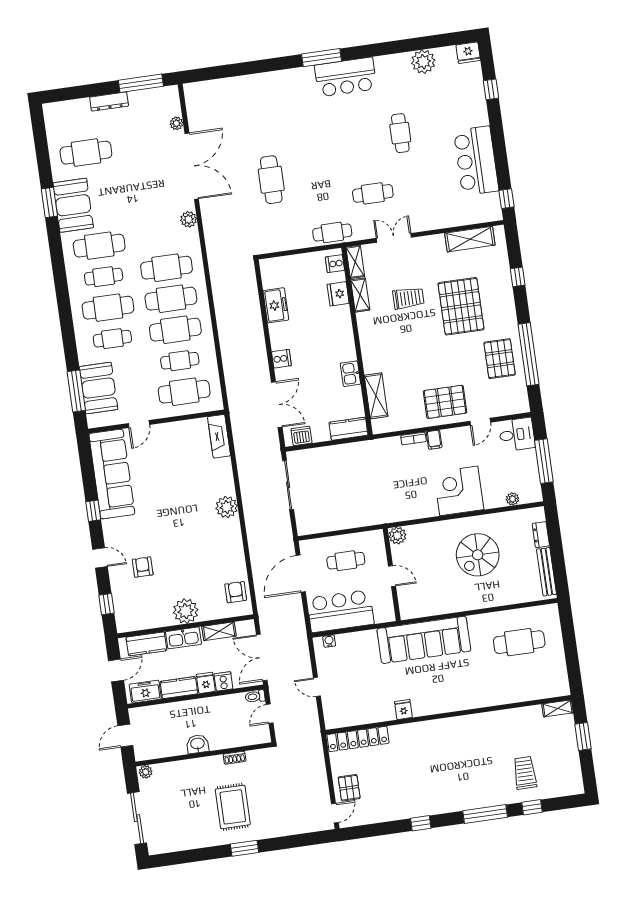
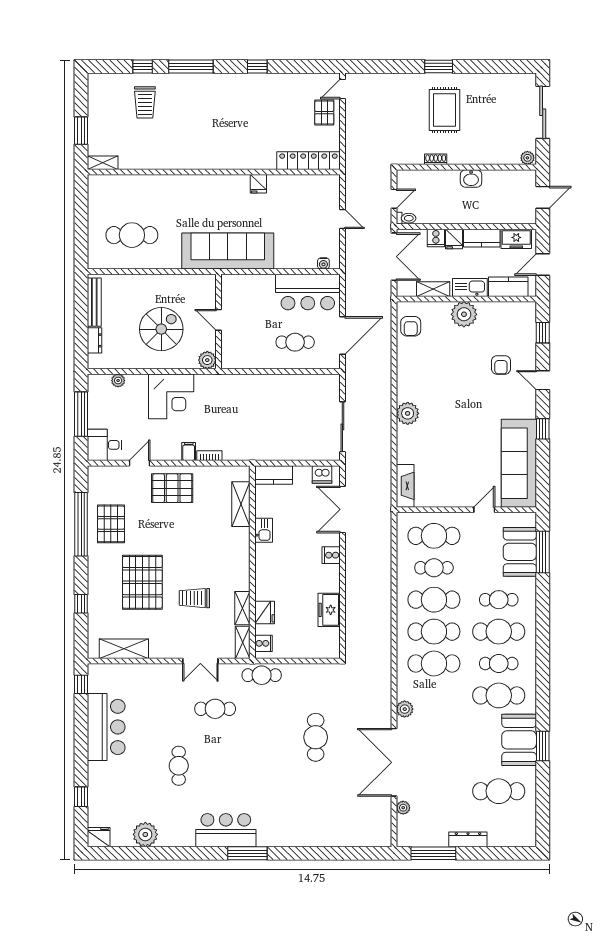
plant: (397, 536) -> (207, 360), moved
wall: (392, 575) -> (219, 322), moved
door: (392, 576) -> (219, 320), moved

